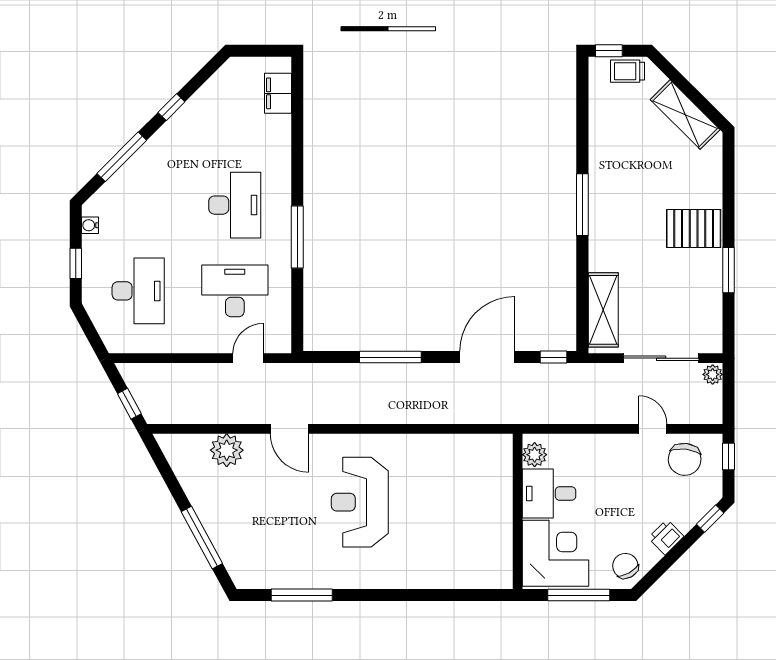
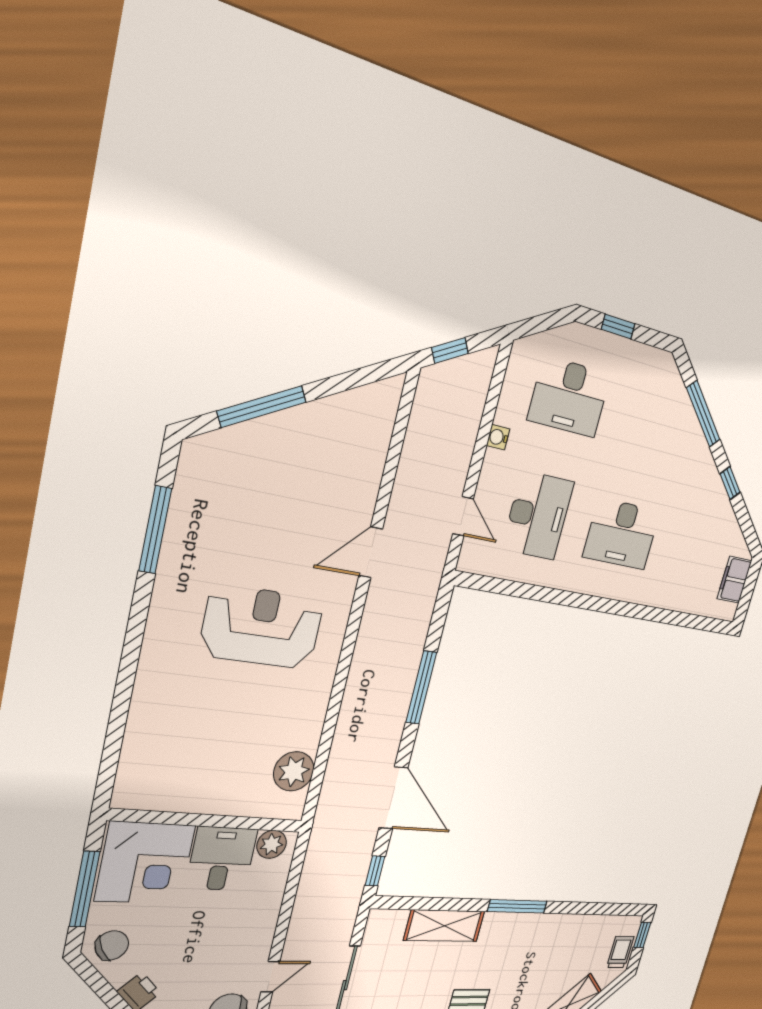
filing cabinet: (278, 93) -> (734, 580), moved, turned -90
water cooler: (90, 225) -> (498, 437), moved, turned -90
window: (297, 237) -> (572, 599), removed
shelving: (603, 310) -> (444, 926), moved
plant: (227, 450) -> (294, 771), moved

